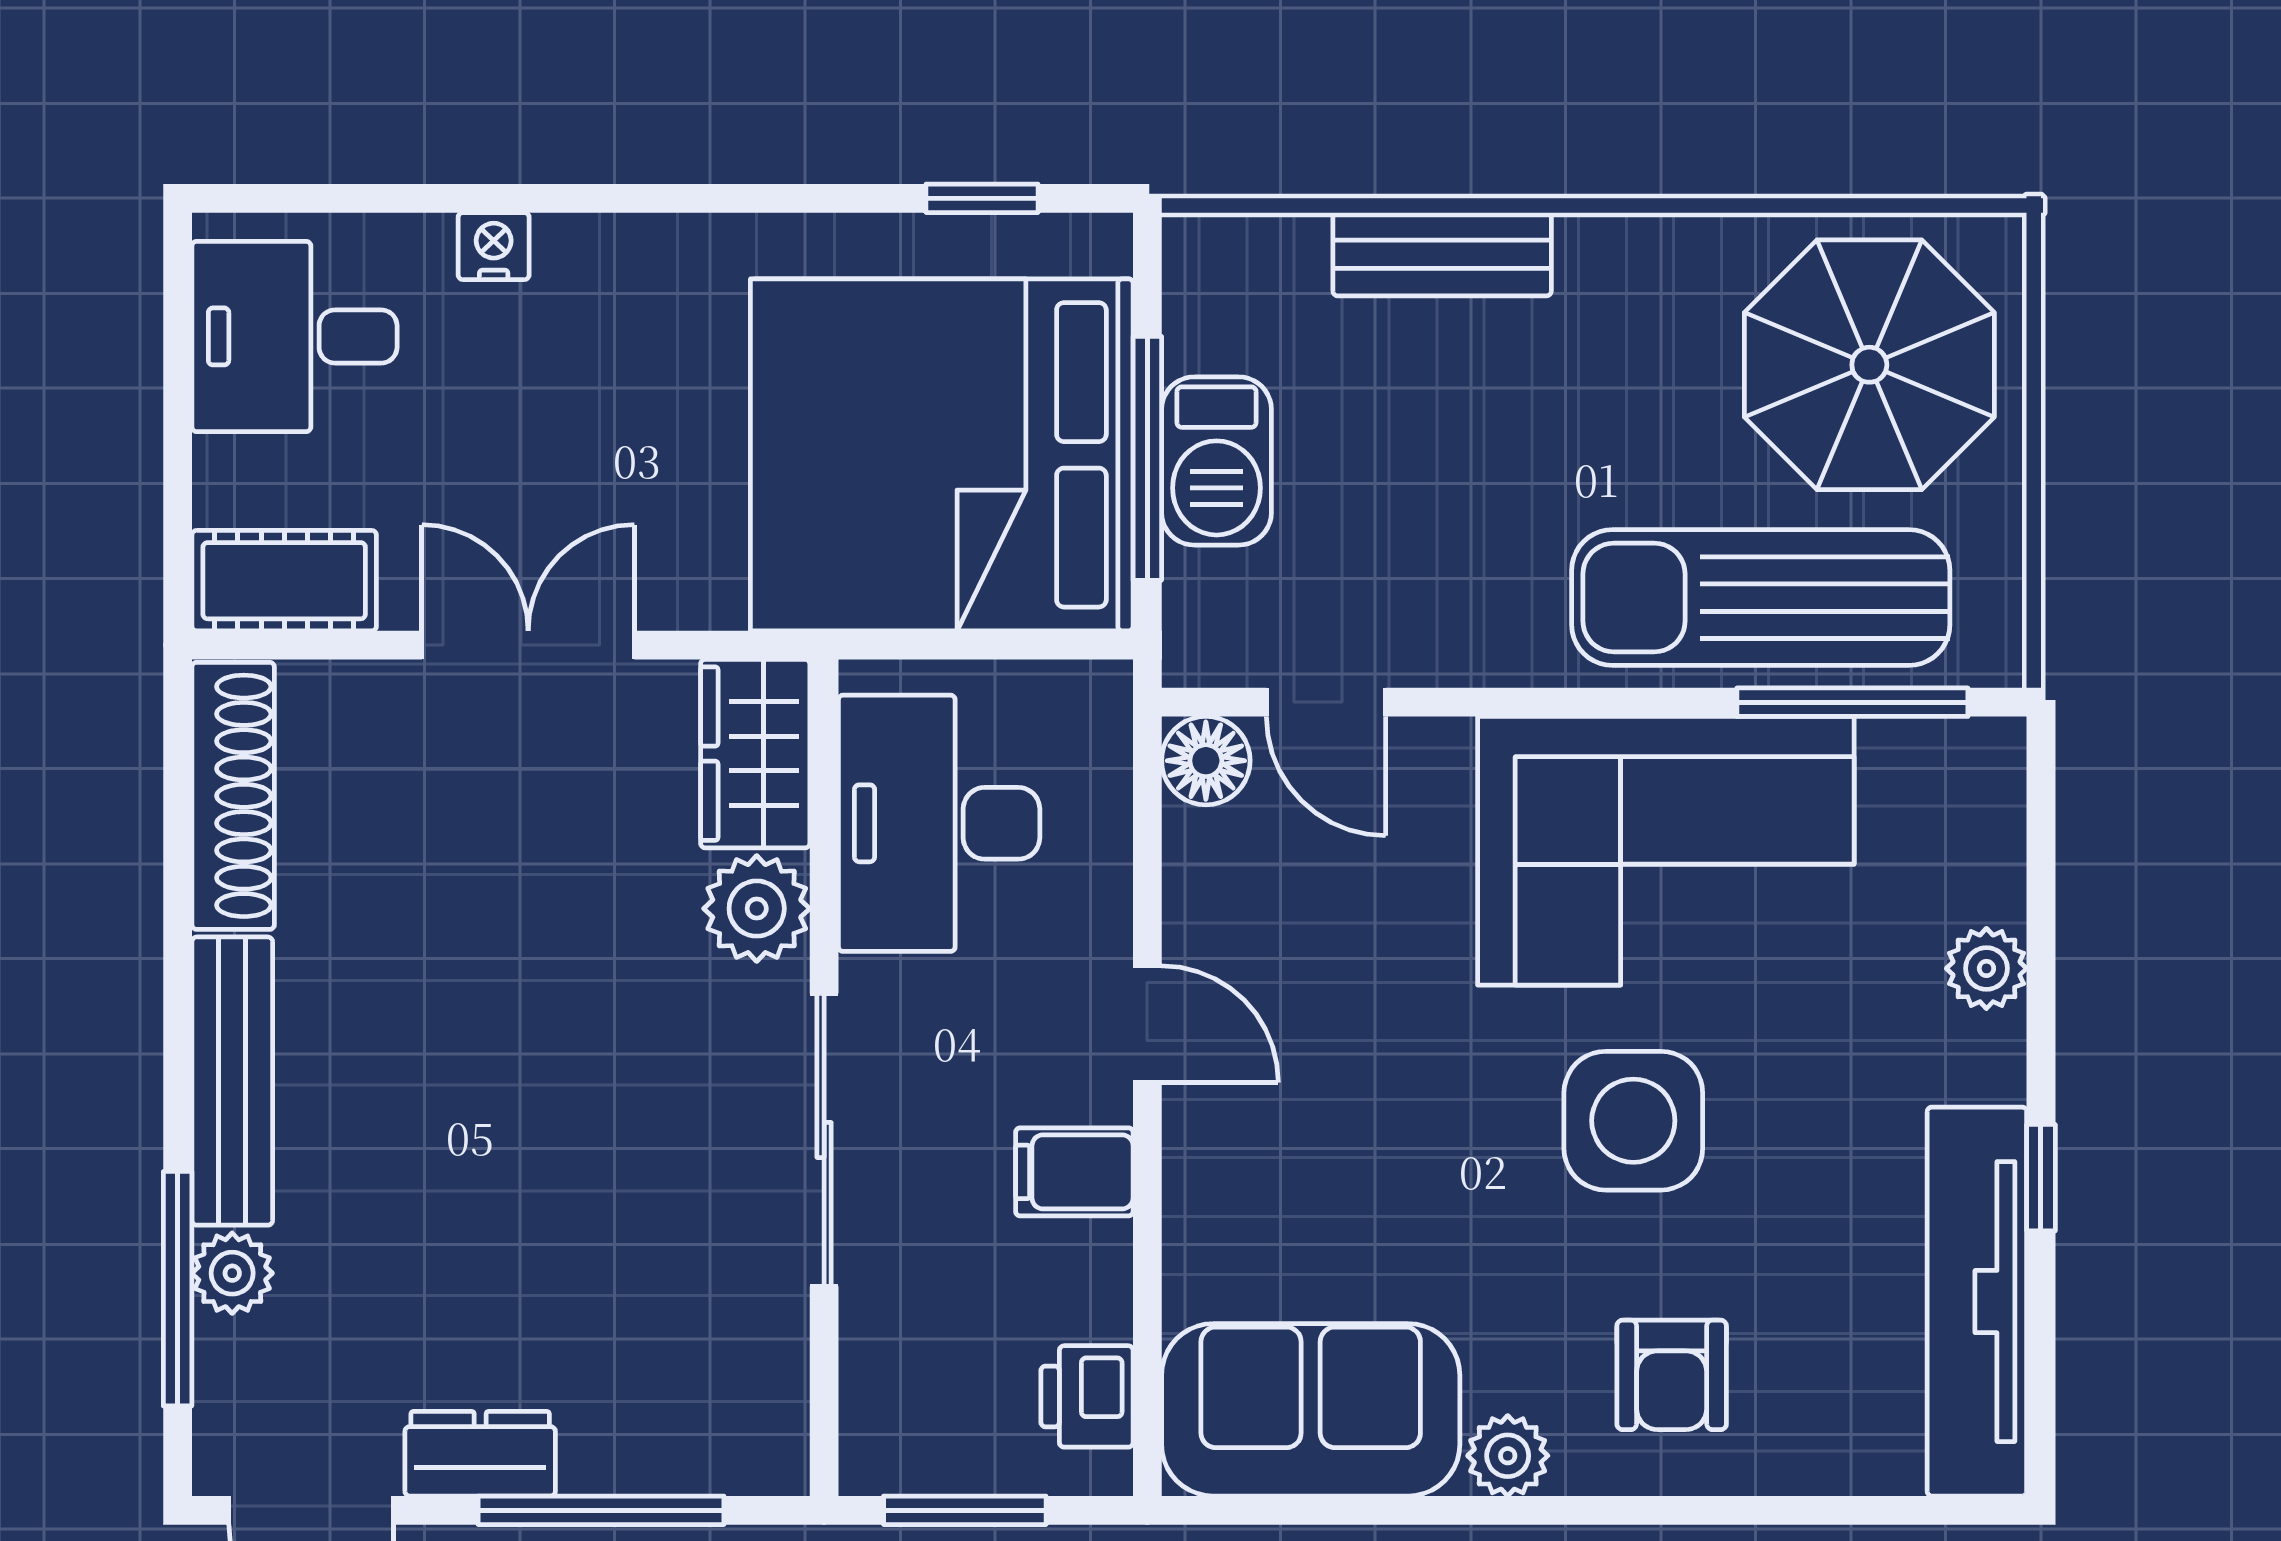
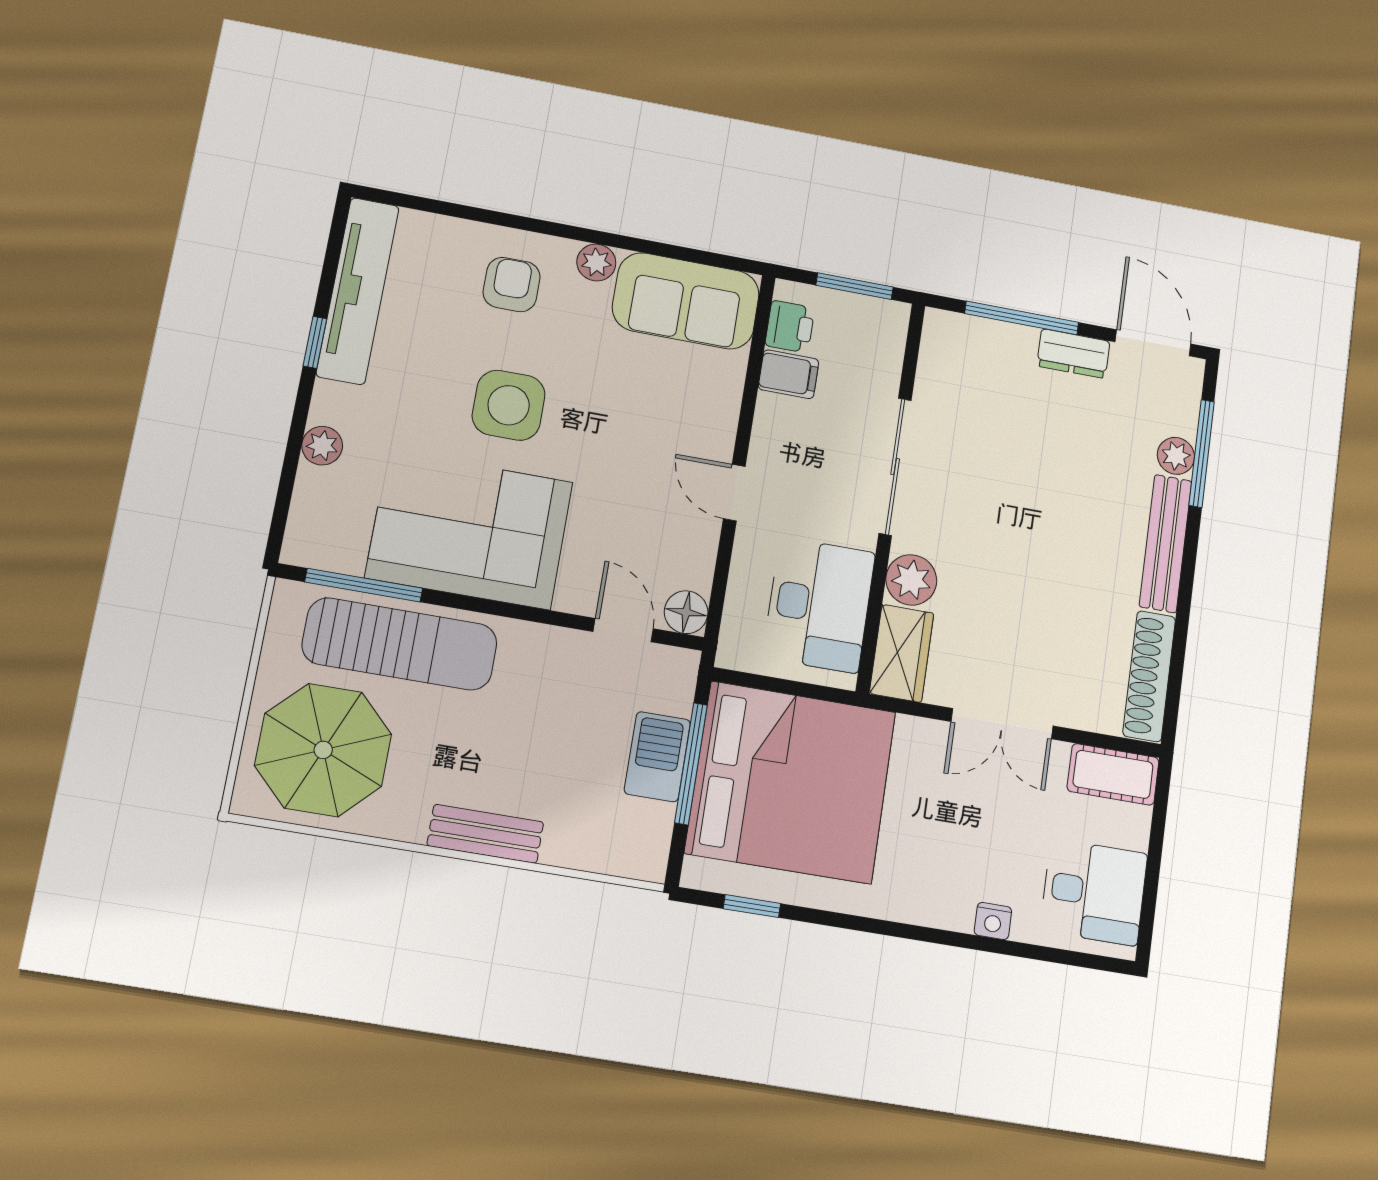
bench: (1442, 254) -> (485, 834), moved
filing cabinet: (1074, 1172) -> (789, 374), moved

